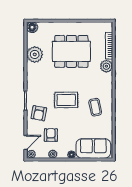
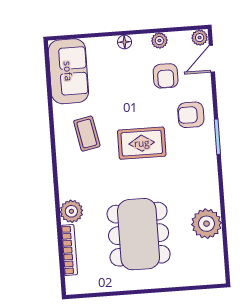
floor lamp: (32, 27) -> (215, 274), removed
dining table: (71, 51) -> (139, 234), turned 90
armchair: (39, 113) -> (191, 115), turned -101
sofa: (93, 148) -> (68, 71), moved, turned -90

